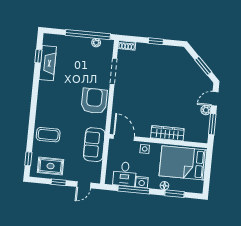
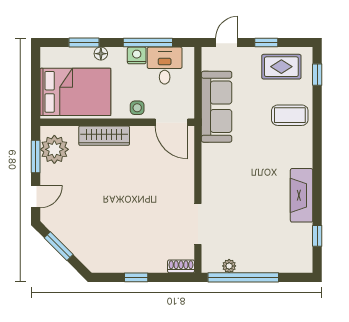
fireplace: (48, 63) -> (302, 195), moved
armchair: (94, 101) -> (223, 175), removed
plant: (206, 110) -> (54, 149), moved, width x1.88, depth x1.88
sofa: (94, 145) -> (217, 107), width x1.36

